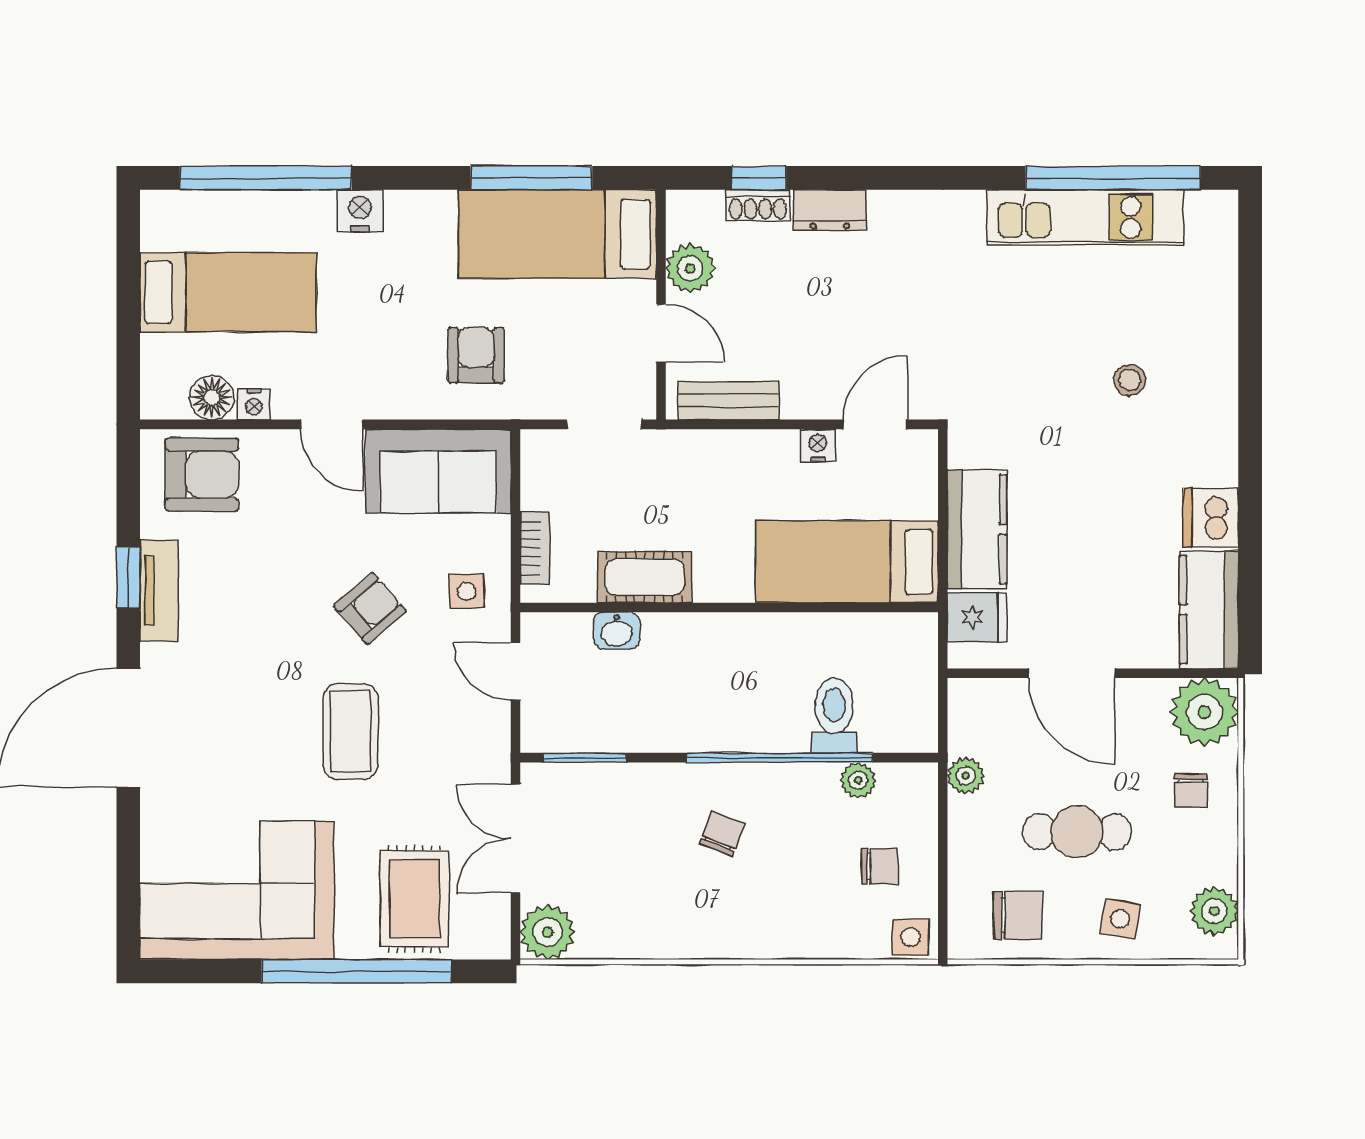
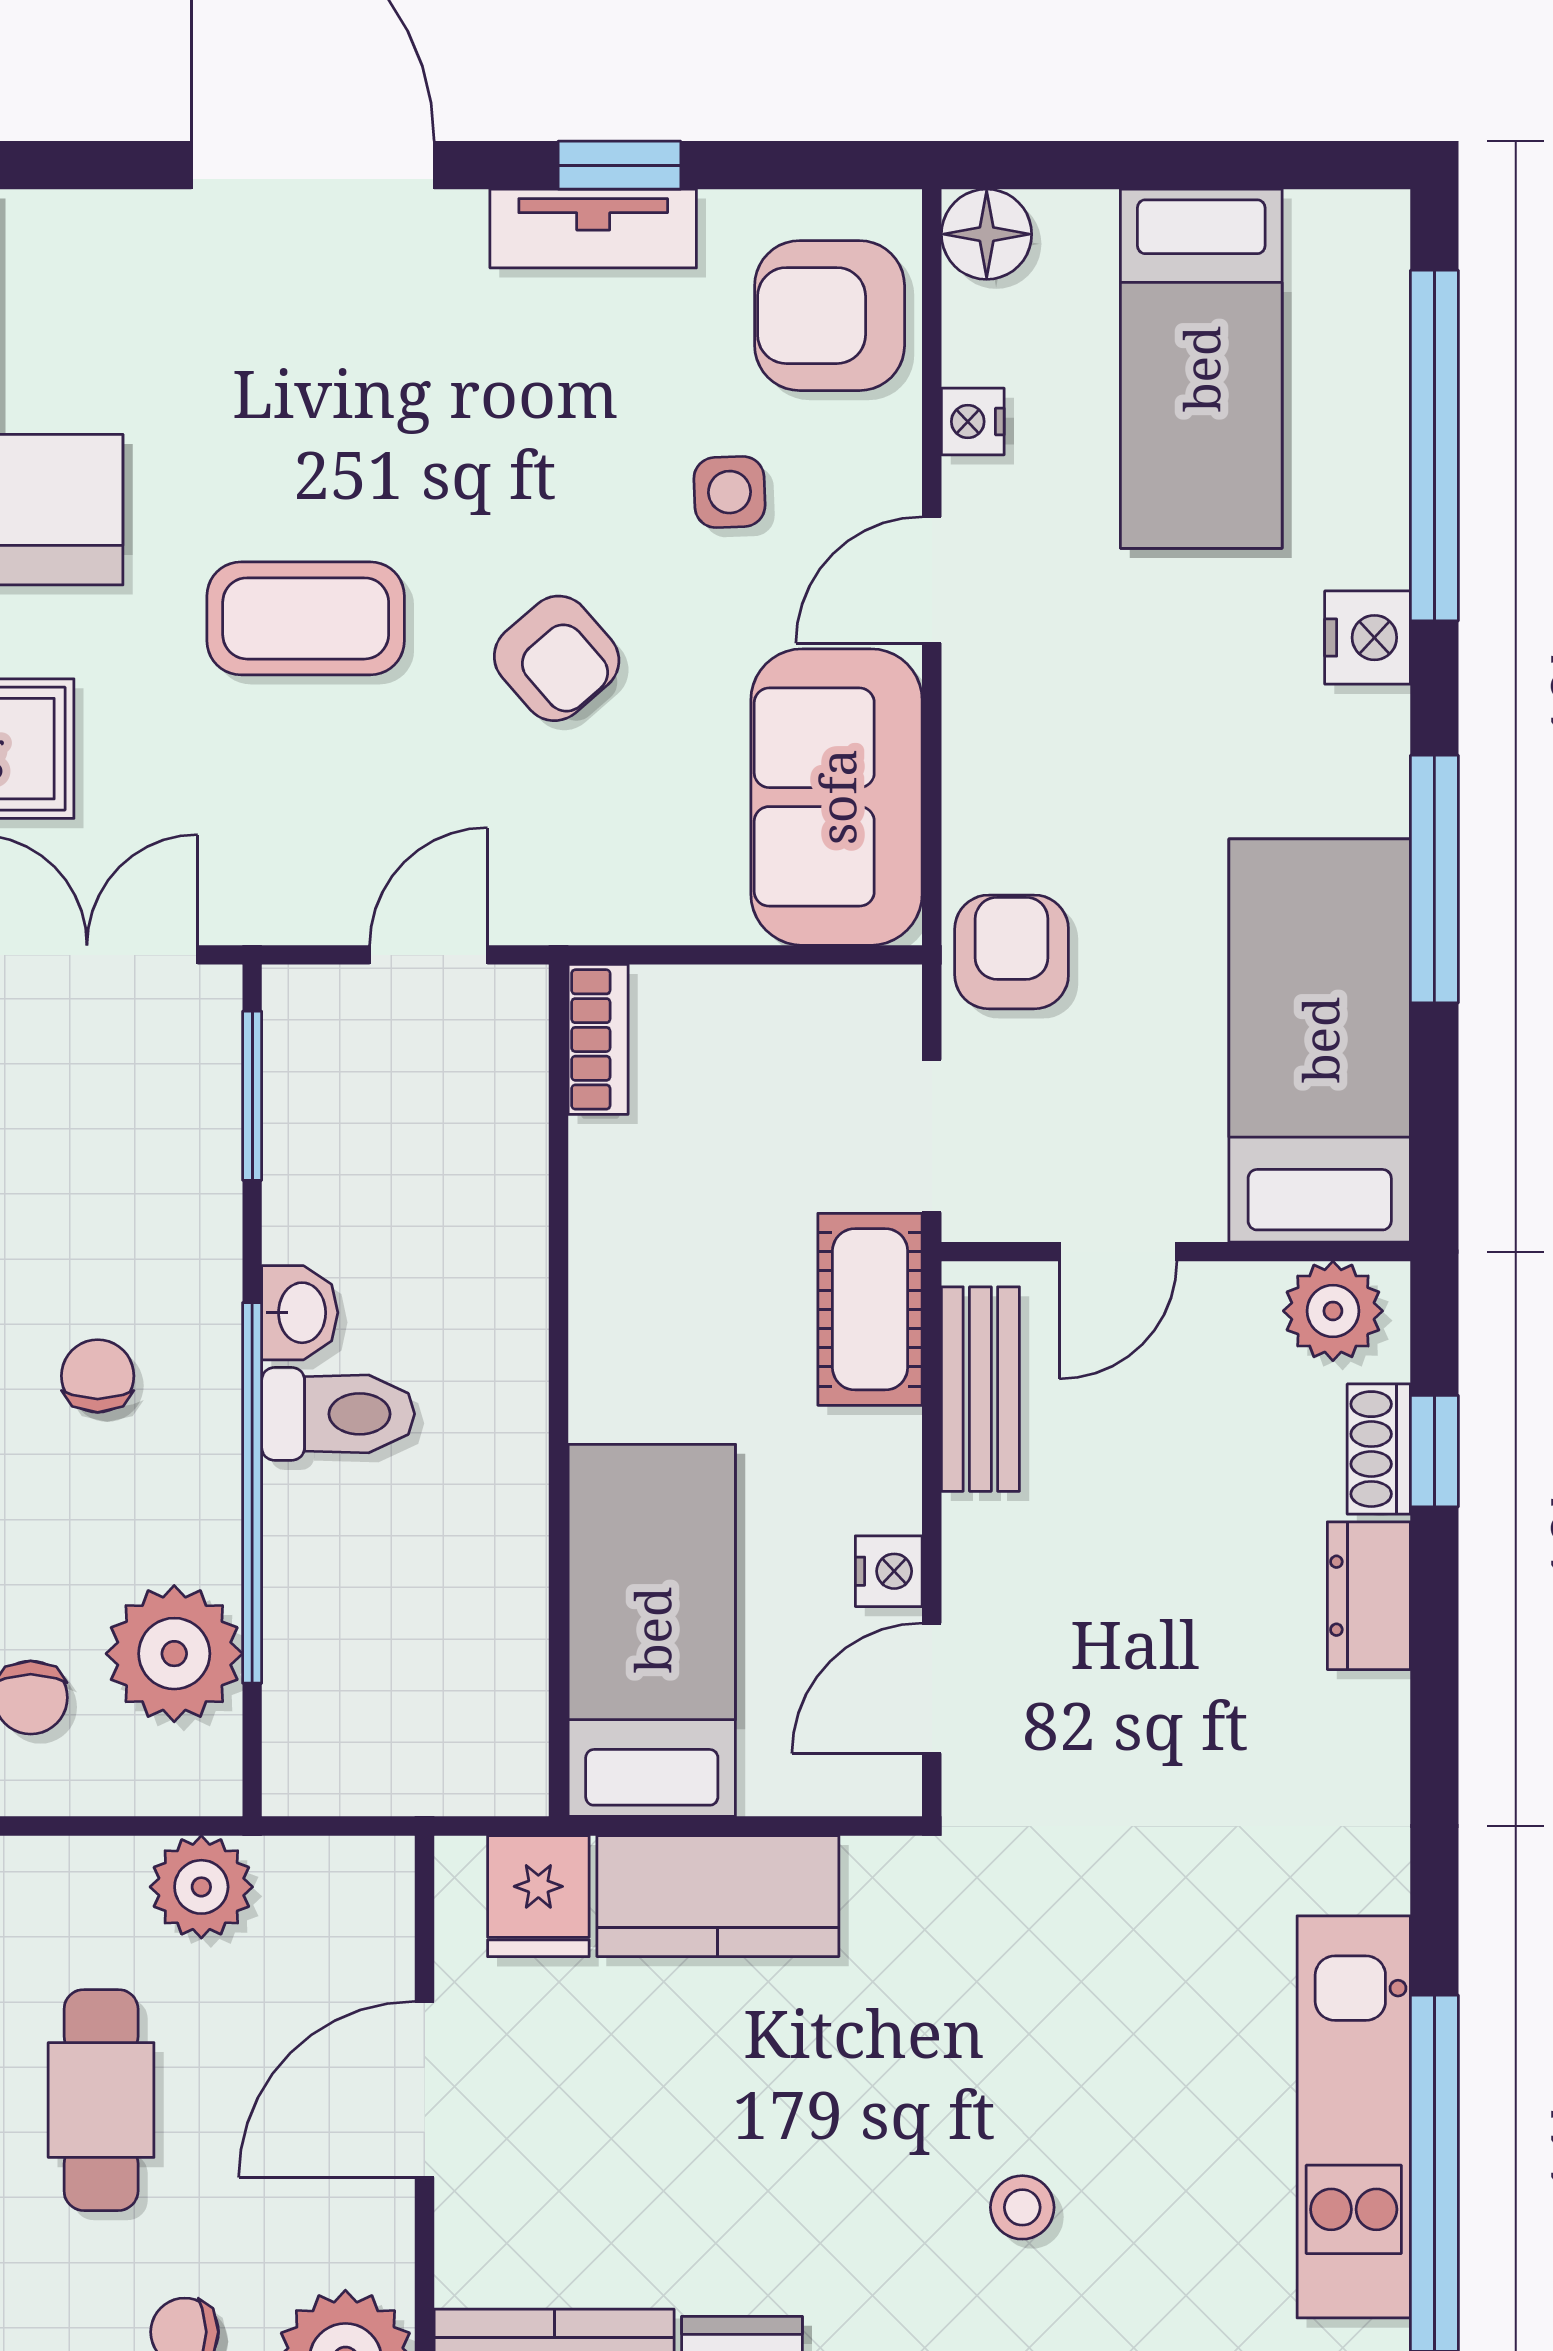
window: (531, 178) -> (1434, 879), moved
plant: (690, 268) -> (1333, 1311), moved
armchair: (476, 355) -> (1012, 952), moved, turned -90
floor lamp: (212, 398) -> (987, 234), moved
door: (875, 424) -> (932, 1688), swing flipped
armchair: (202, 475) -> (830, 316), turned 90
bookcase: (535, 548) -> (598, 1039), moved, turned -90
cot: (645, 577) -> (870, 1309), moved
side table: (467, 591) -> (729, 492), moved
washbasin: (617, 631) -> (300, 1313), moved, turned 180
toilet: (834, 716) -> (338, 1414), moved
plant: (966, 776) -> (201, 1887), width x1.38, depth x1.38
plant: (858, 780) -> (174, 1654), width x1.88, depth x1.88
chair: (722, 833) -> (98, 1376), turned -111

